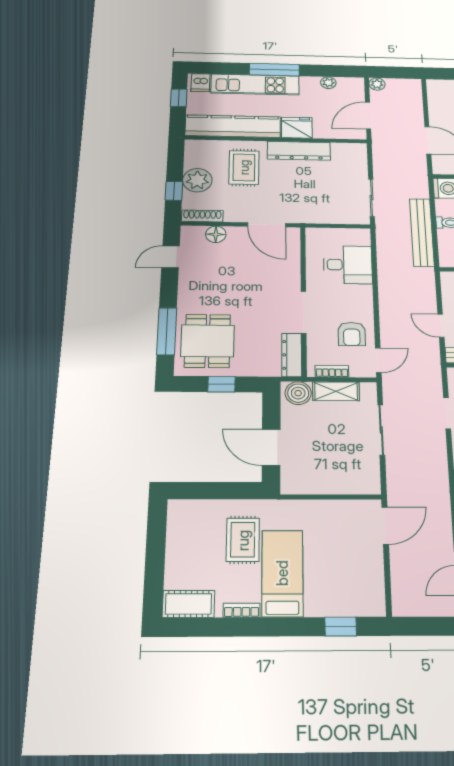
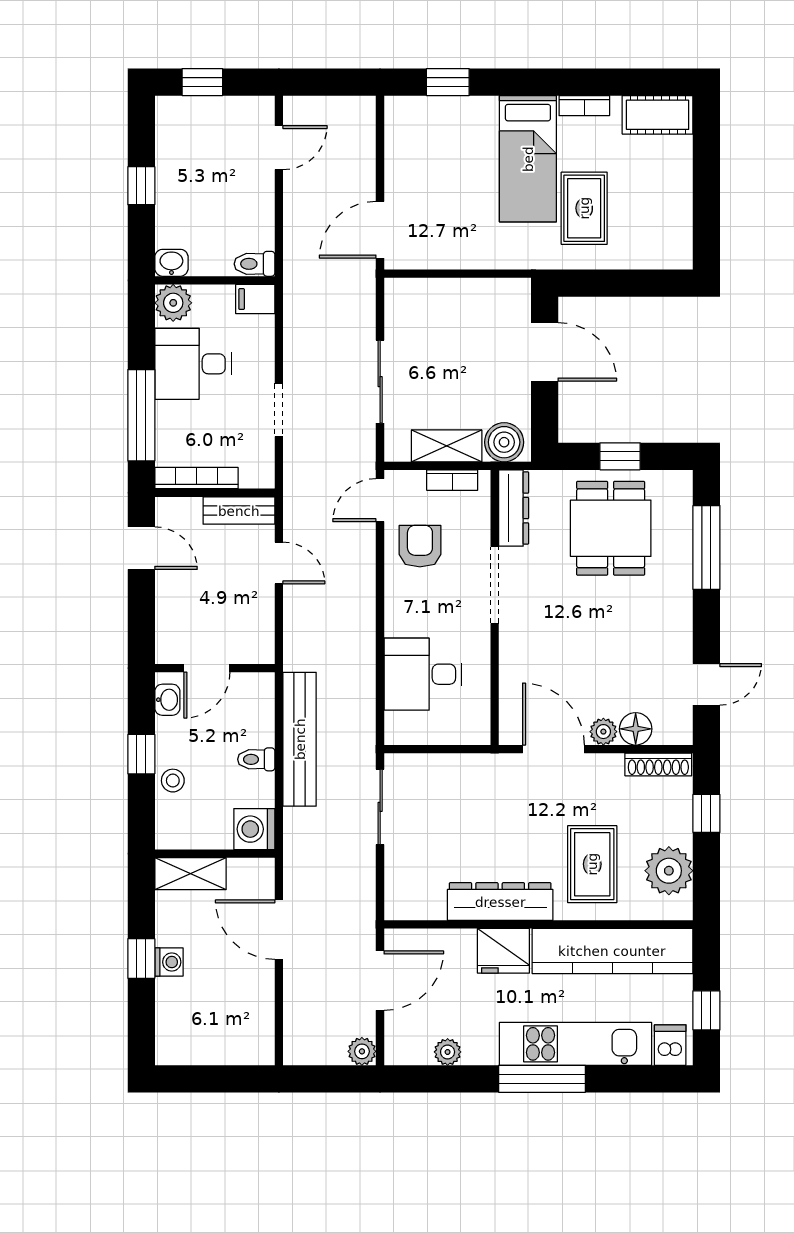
plant: (197, 180) -> (669, 871), moved
plant: (236, 233) -> (603, 732), added
dining table: (207, 341) -> (611, 528), moved

